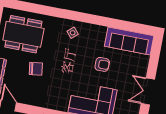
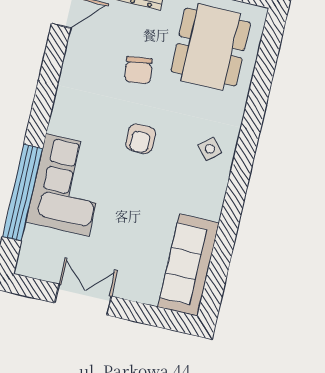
armchair: (102, 64) -> (141, 139), moved

